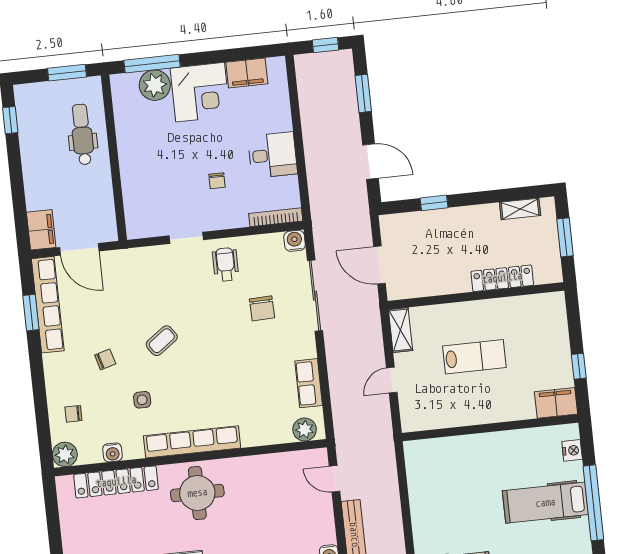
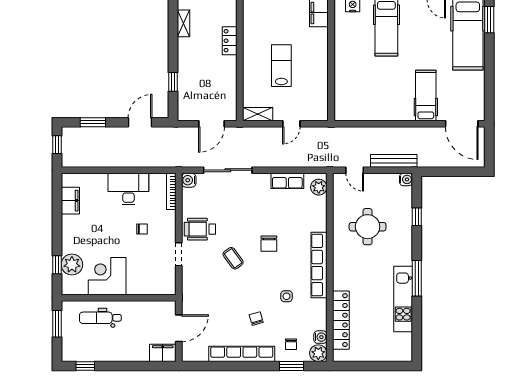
window: (152, 64) -> (57, 265), width x0.46
corner desk: (200, 92) -> (107, 276), moved, turned -90
desk: (272, 155) -> (128, 189), width x1.37
wheelchair: (226, 264) -> (200, 229), width x1.36, depth x1.37
locker: (502, 278) -> (230, 41), width x0.66
row of seats: (48, 305) -> (242, 354), moved
chair: (262, 308) -> (269, 244), moved, turned 92
window: (31, 313) -> (291, 366), moved
coffee table: (162, 341) -> (233, 258), moved
door: (392, 380) -> (291, 124), hinge flipped
water cooler: (113, 452) -> (320, 337), moved
door: (335, 479) -> (355, 170), hinge flipped
round table: (197, 493) -> (368, 227), moved

